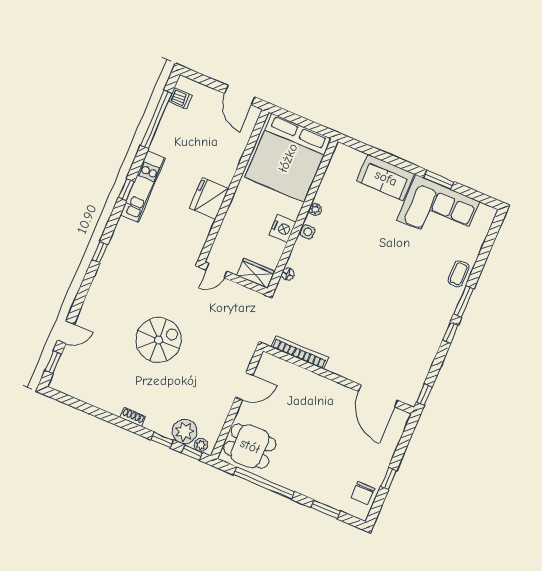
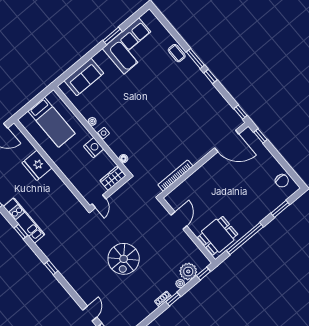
bed: (288, 158) -> (52, 122), width x0.49
sofa: (386, 178) -> (84, 77), moved
fridge: (209, 198) -> (37, 165), moved
spiral stairs: (159, 340) -> (124, 259), turned 180
window: (162, 440) -> (173, 299), moved
plant: (201, 445) -> (180, 284), moved
window: (389, 479) -> (260, 136), moved

